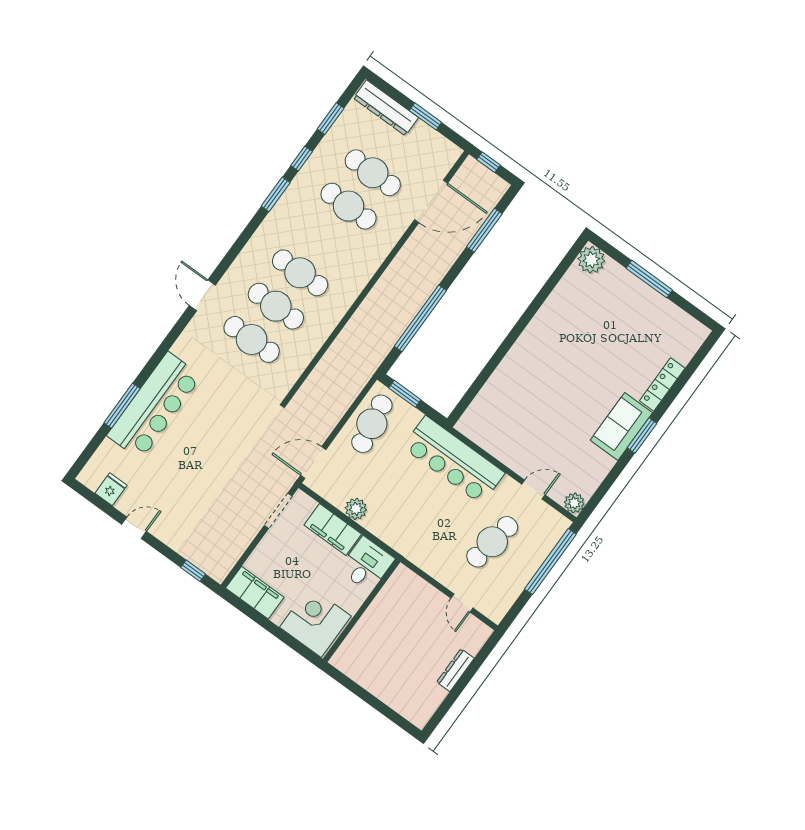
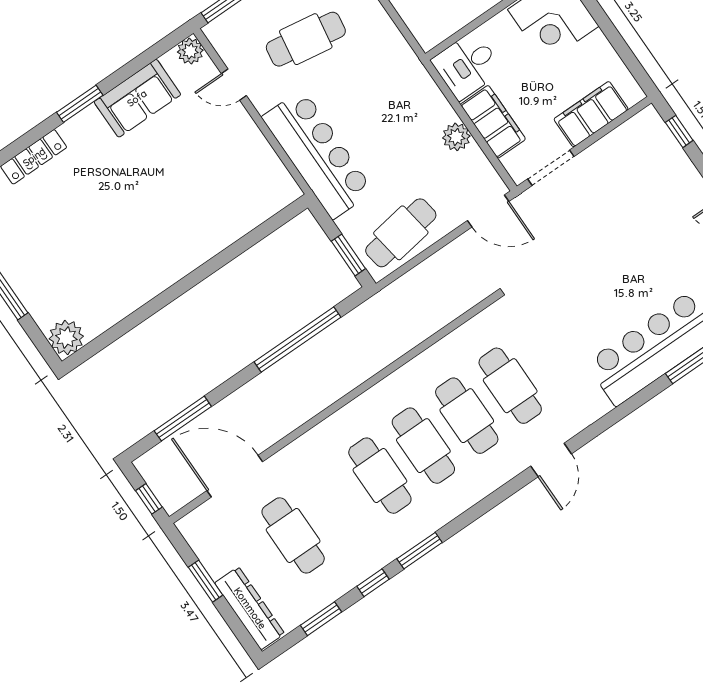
cafe table: (349, 206) -> (380, 476), moved
sofa: (621, 426) -> (137, 98), moved
filing cabinet: (255, 593) -> (591, 114), moved, turned 90

